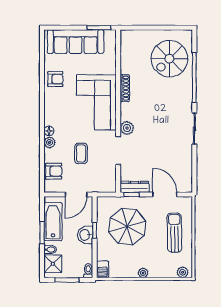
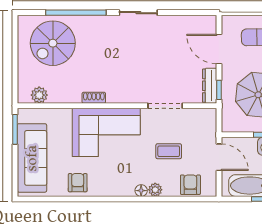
spiral stairs: (169, 59) -> (53, 43), turned 90
shoe rack: (125, 88) -> (94, 98), width x0.70
plant: (127, 128) -> (39, 95), moved
door: (165, 194) -> (219, 49), hinge flipped

